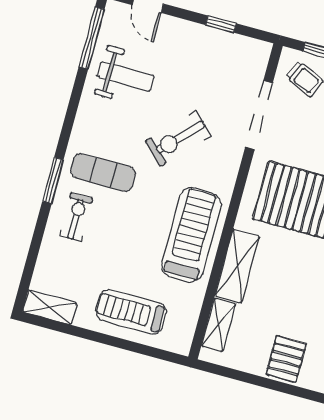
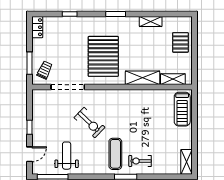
window: (221, 24) -> (29, 127), moved
treadmill: (191, 235) -> (134, 104), removed
treadmill: (131, 312) -> (182, 109), moved
pallet: (286, 359) -> (180, 42), turned 90

